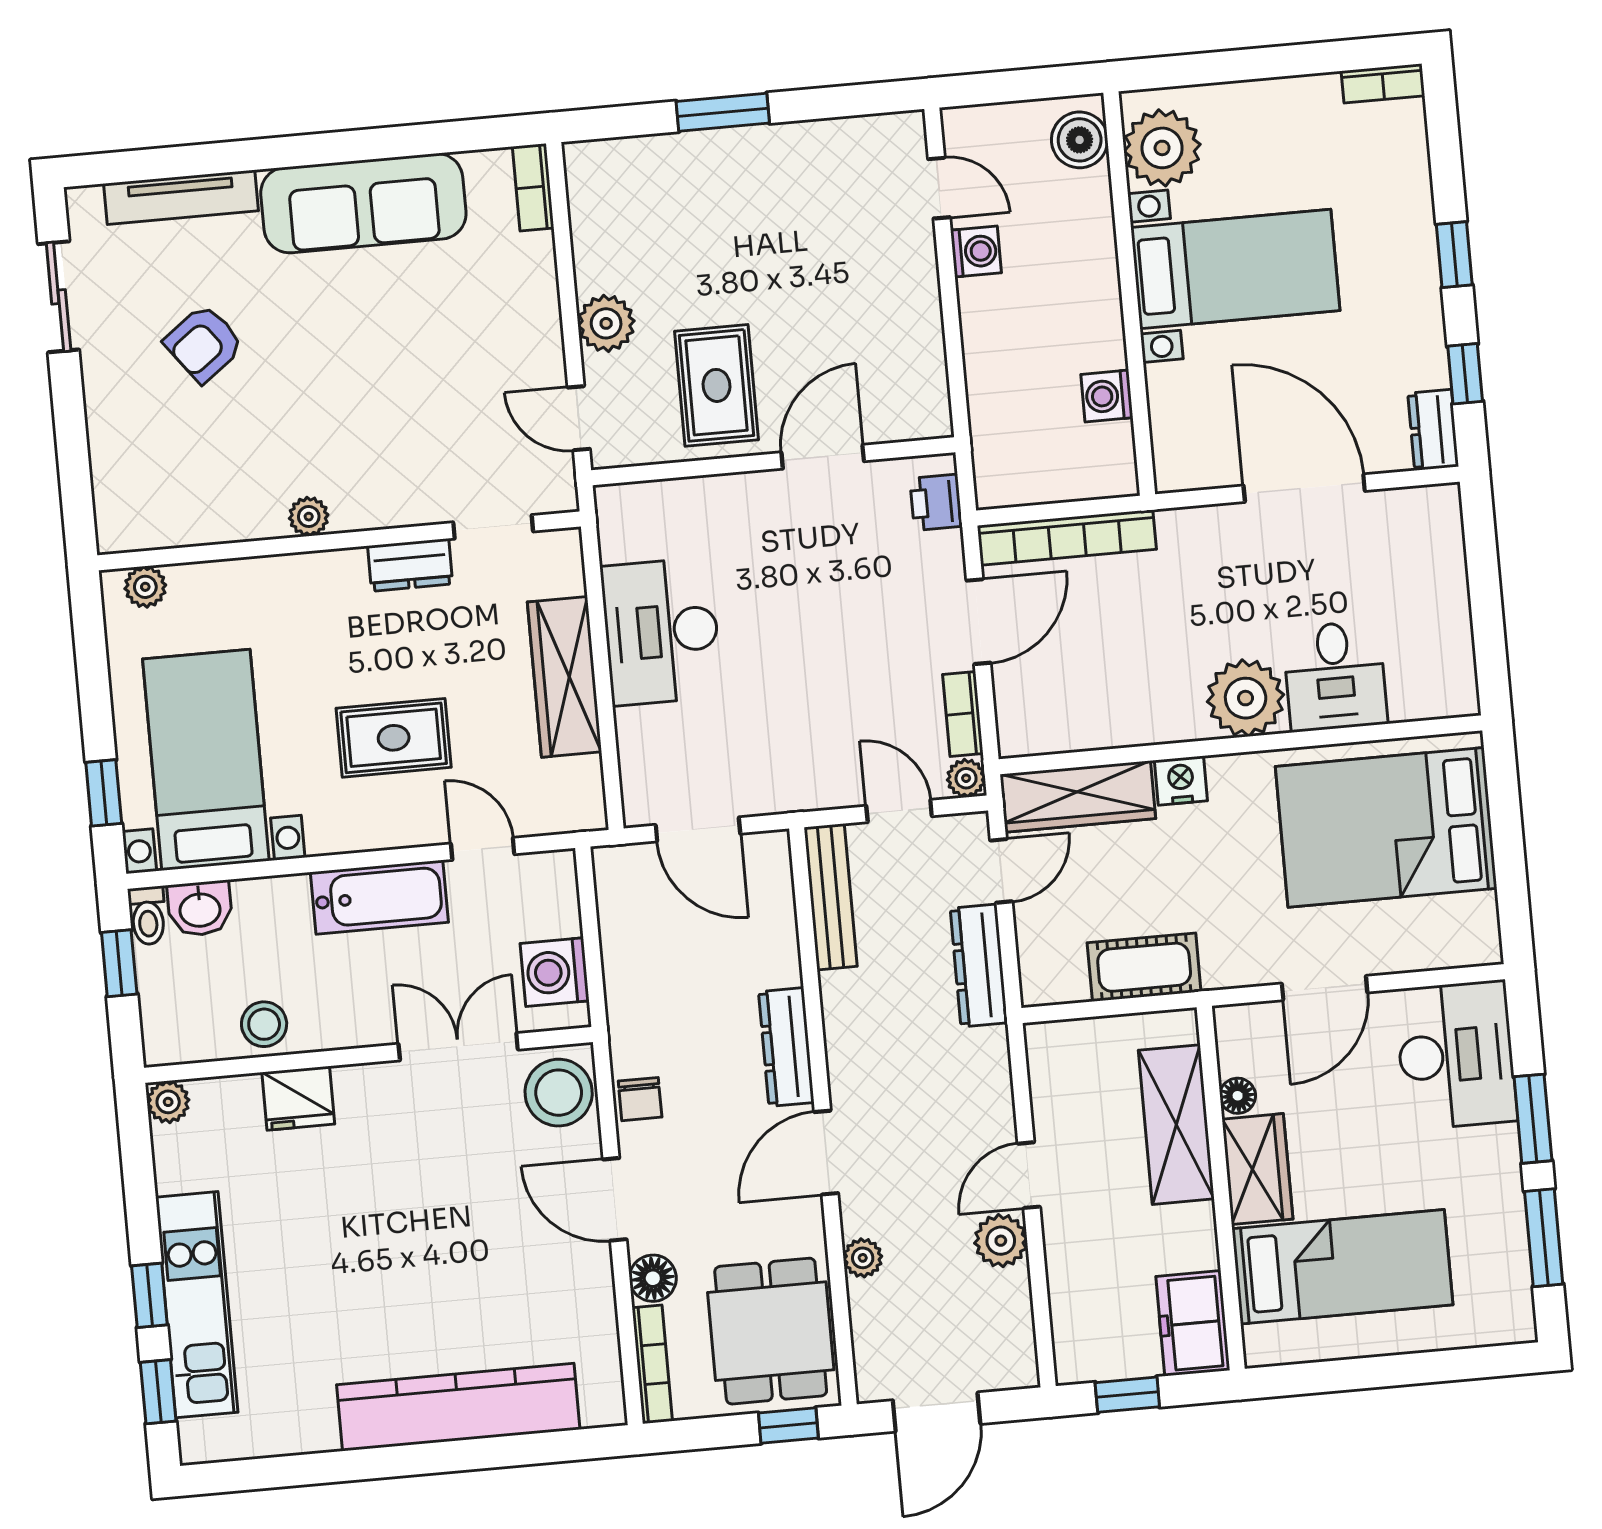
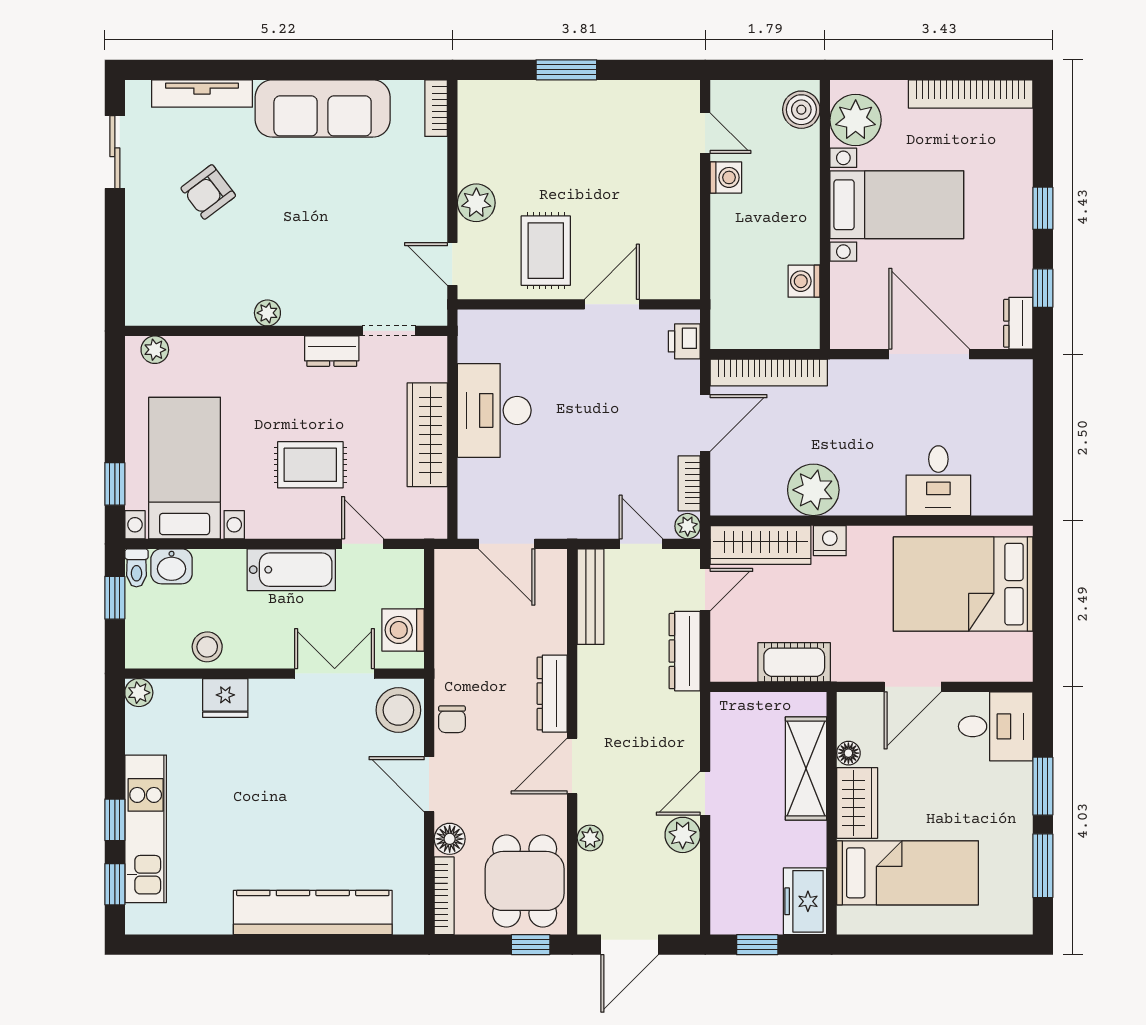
bookcase: (1383, 83) -> (971, 94), width x2.31, depth x1.31
plant: (1246, 698) -> (813, 490), moved
desk: (1456, 1055) -> (996, 726), width x0.73

